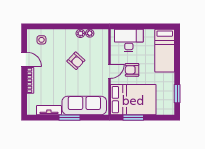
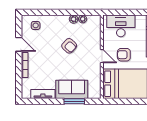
door: (110, 71) -> (102, 56), hinge flipped
sofa: (84, 105) -> (72, 89), width x0.73
window: (69, 118) -> (74, 101), moved
window: (133, 118) -> (125, 101), removed

